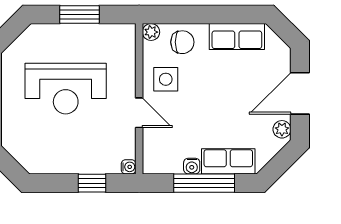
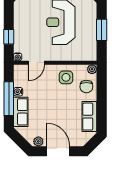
door: (139, 113) -> (36, 63), moved

